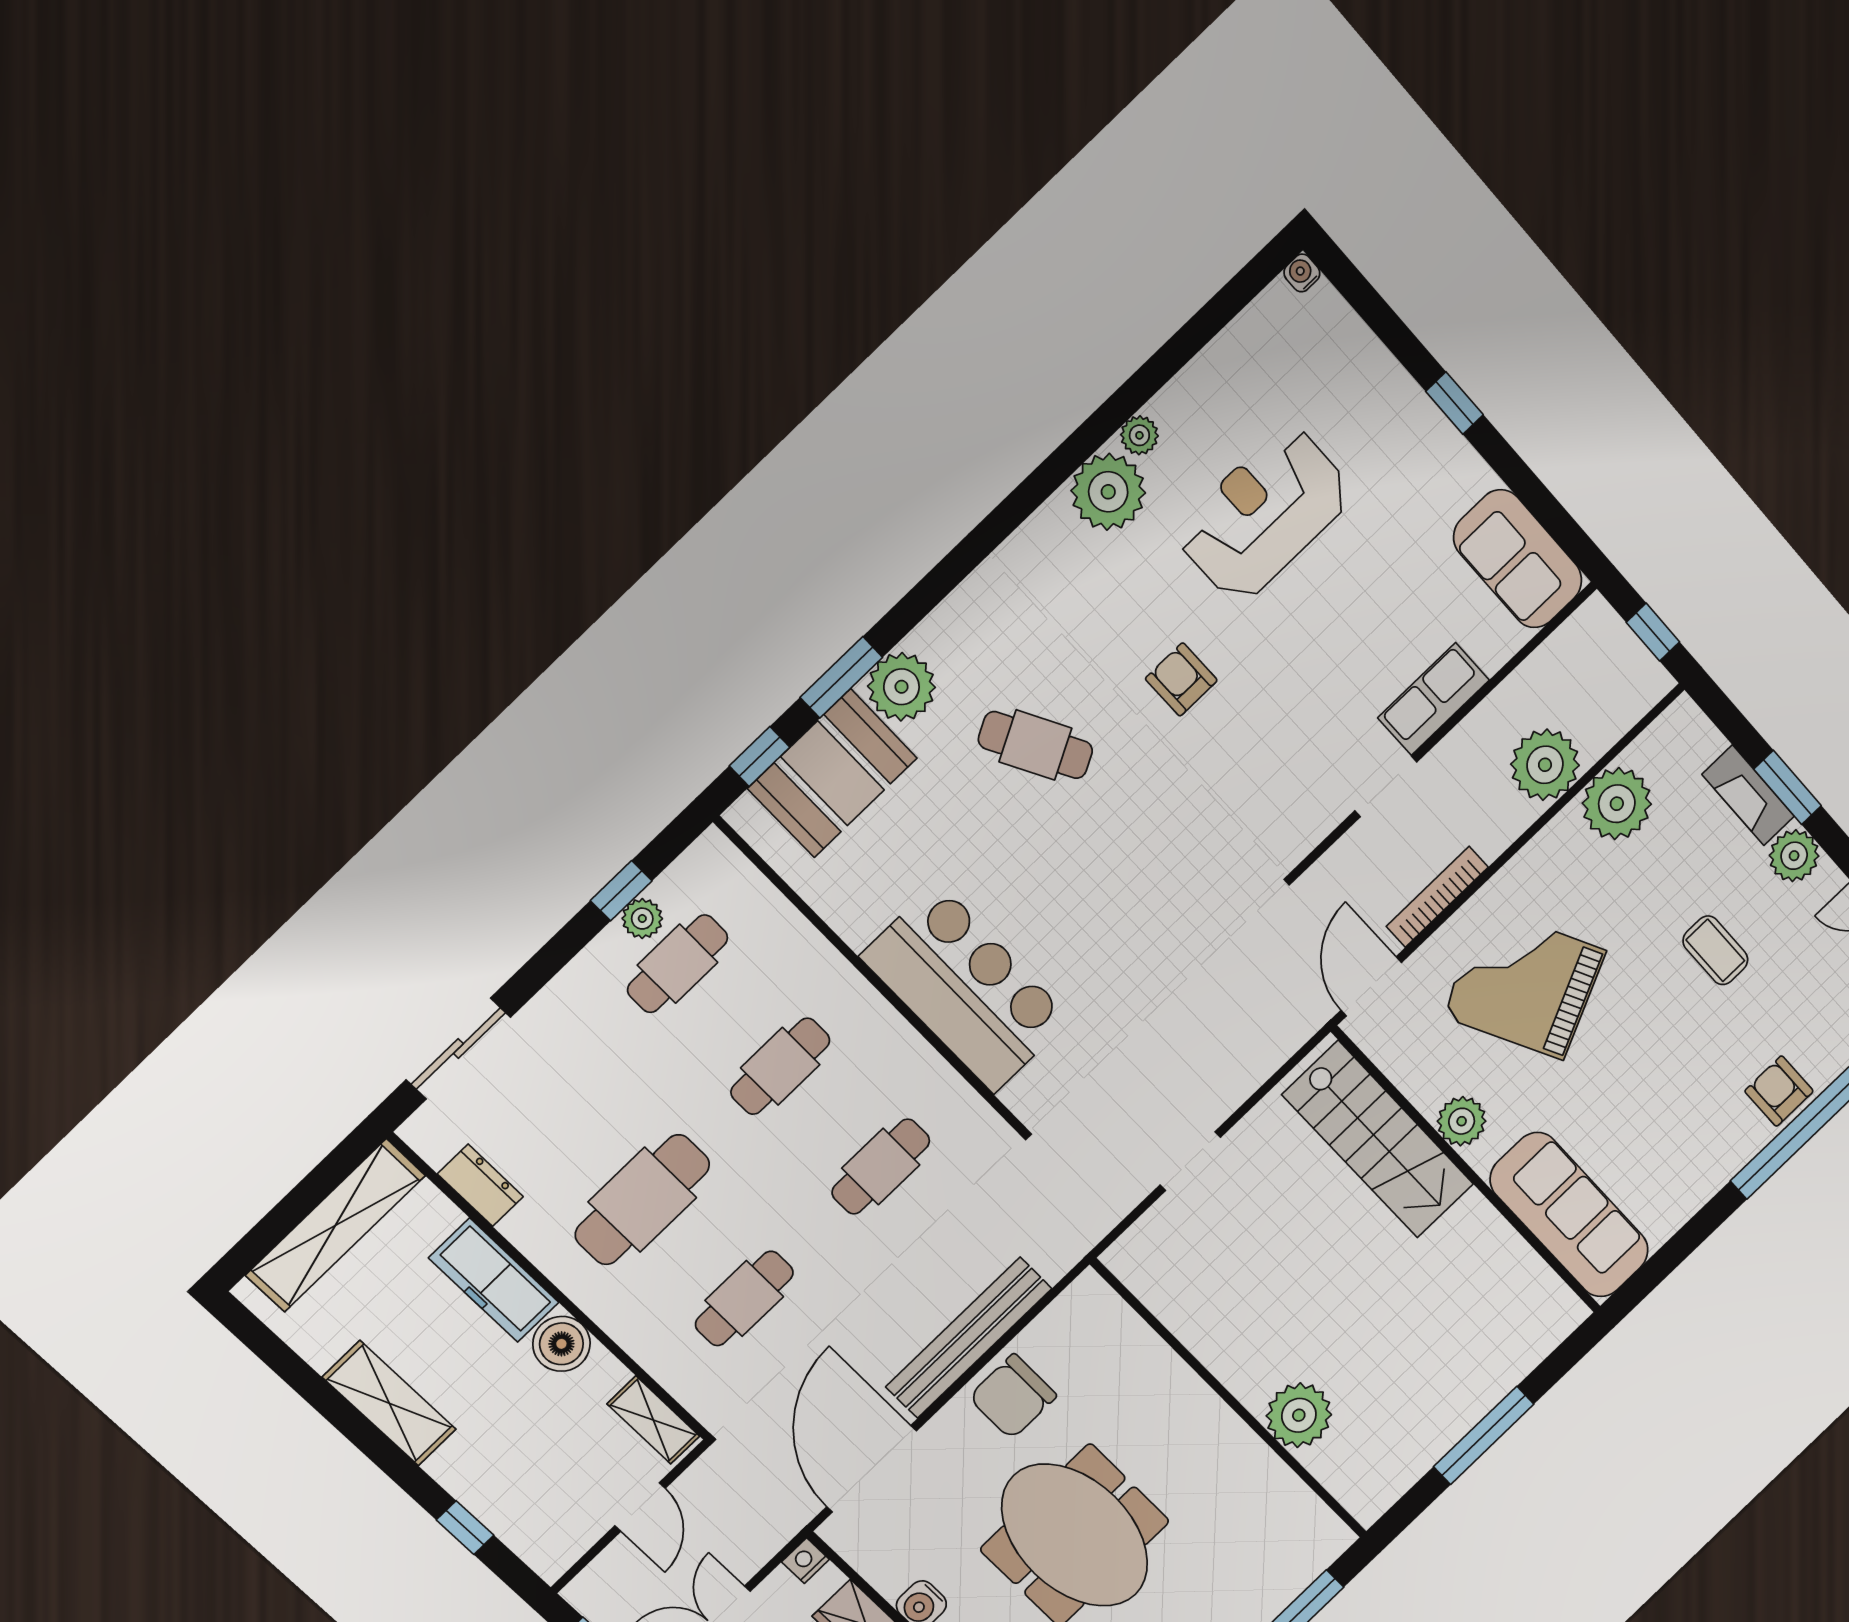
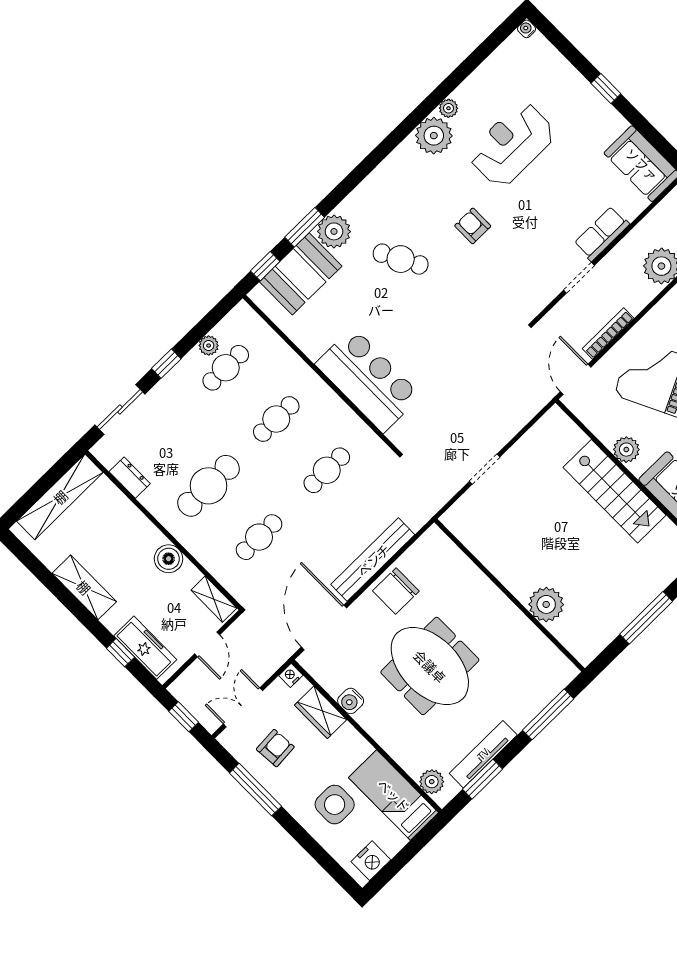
window: (621, 891) -> (166, 364), moved
stairs: (1378, 1140) -> (615, 491), moved
freezer: (494, 1280) -> (145, 648), moved, turned 180

